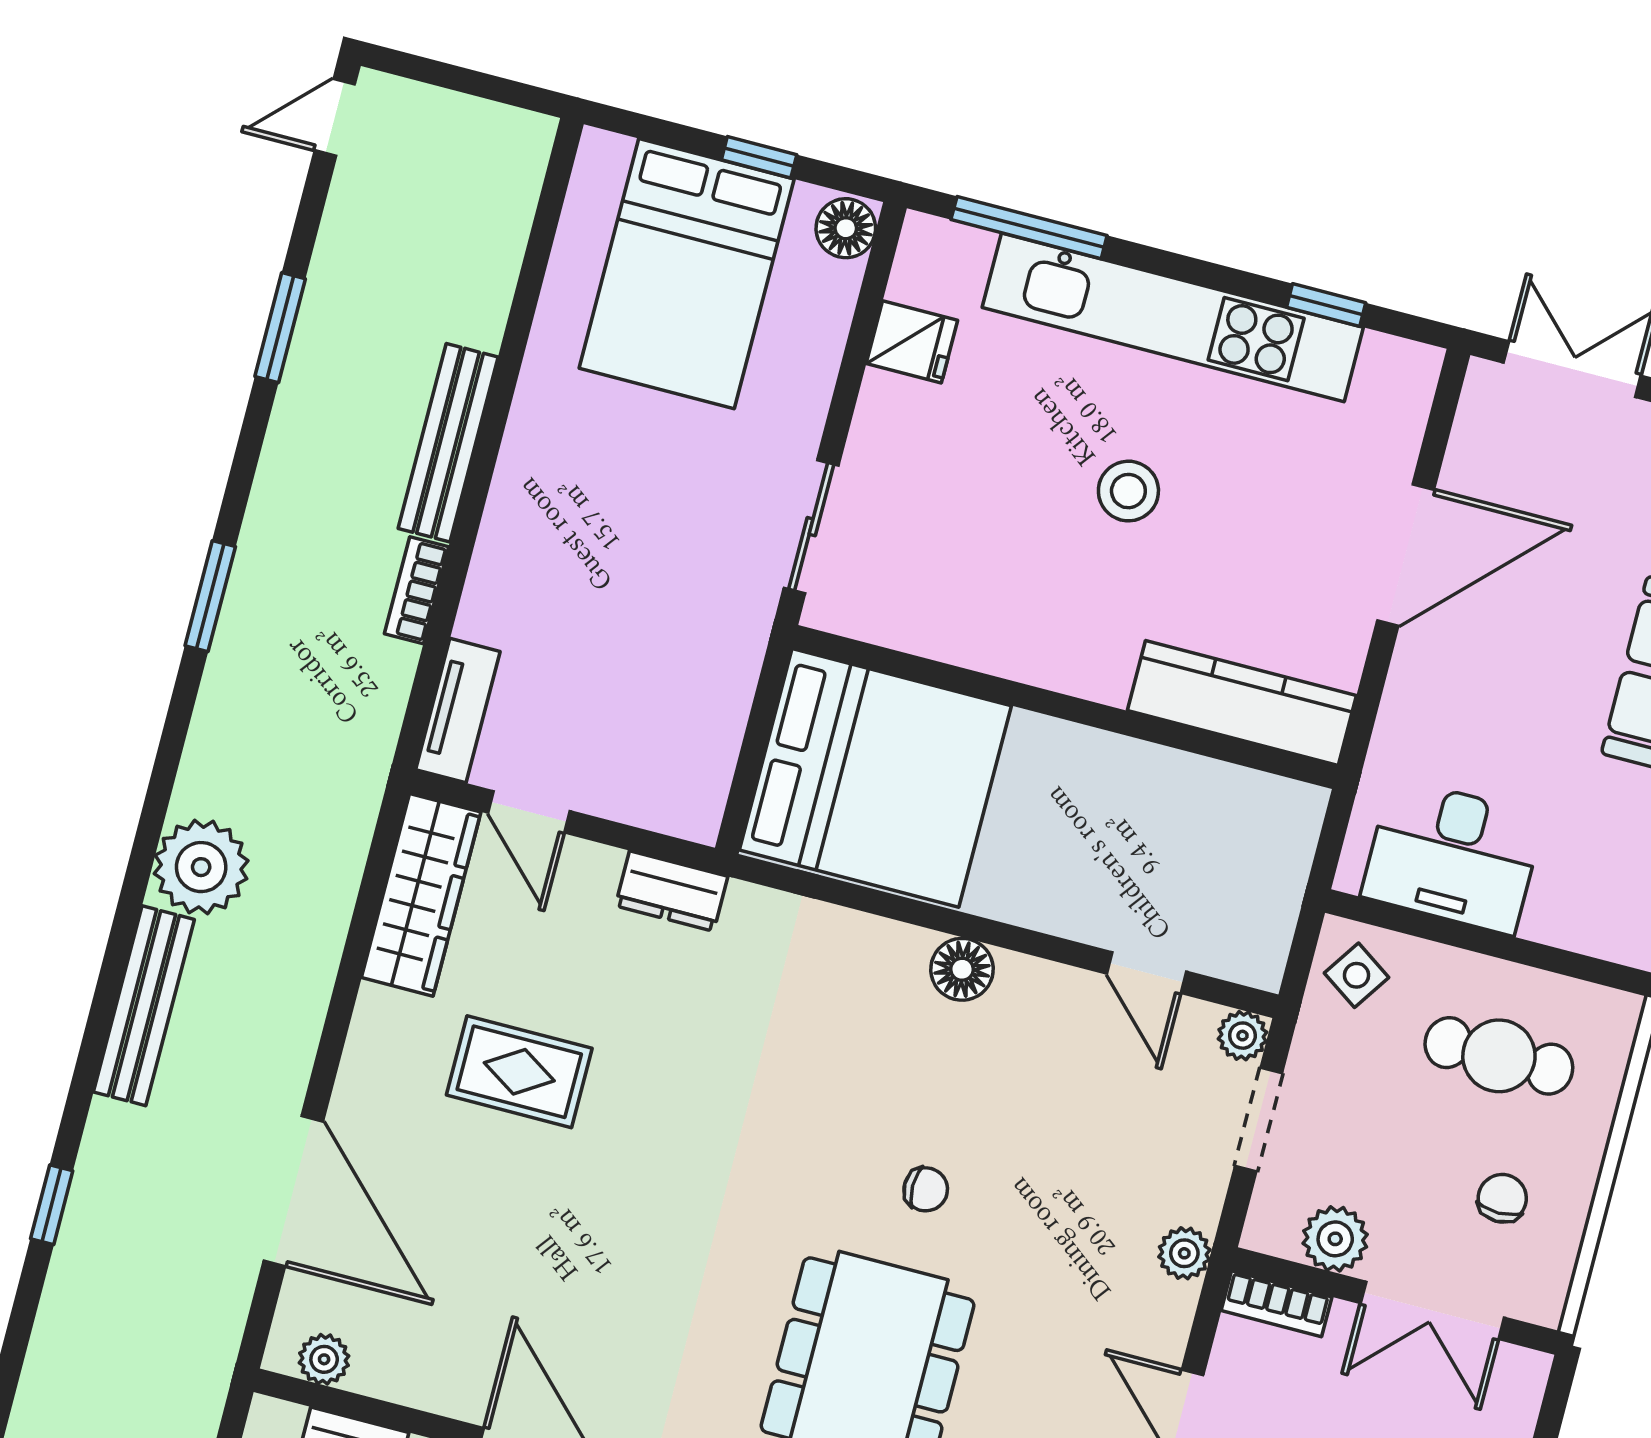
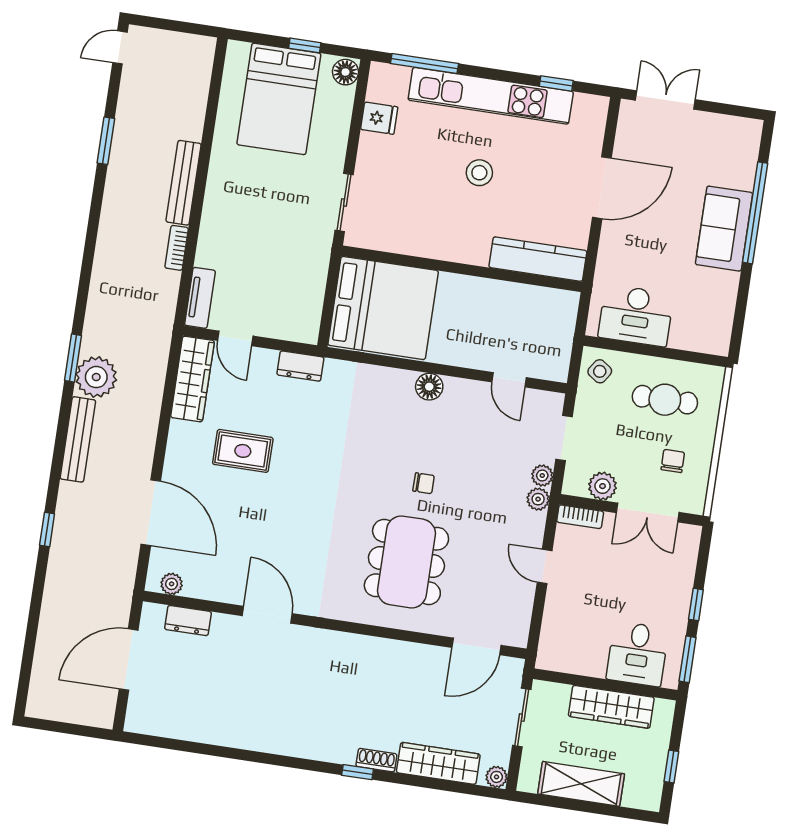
window: (210, 596) -> (73, 358), moved
plant: (1243, 1036) -> (542, 475), moved

